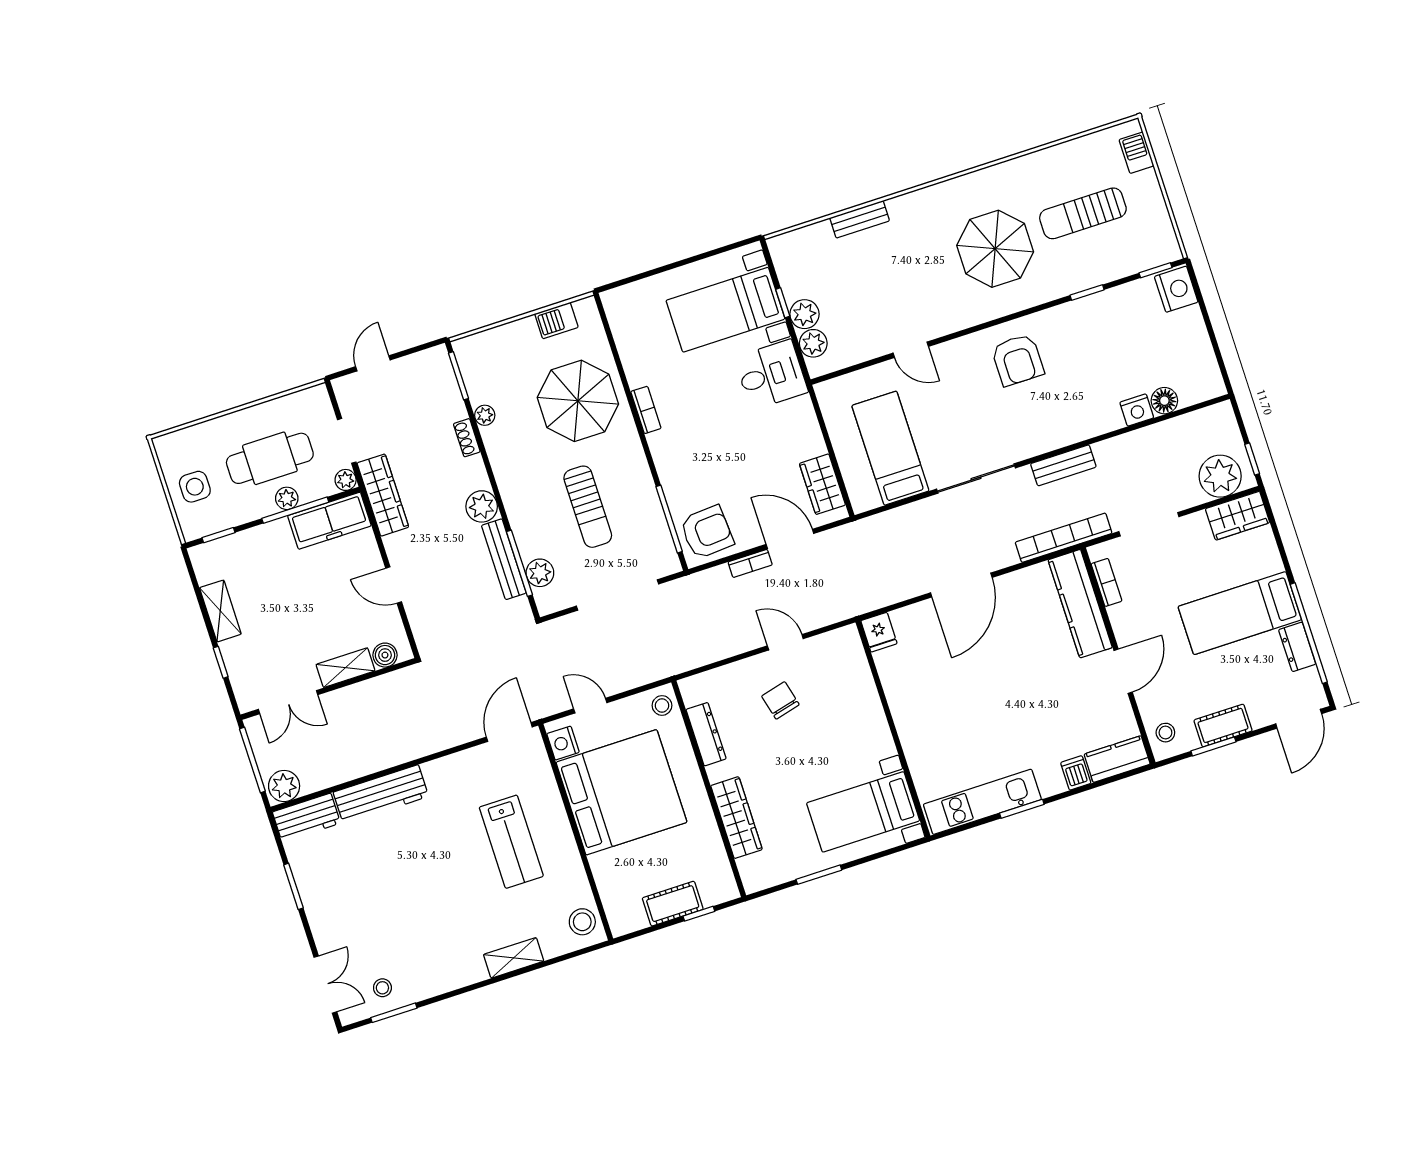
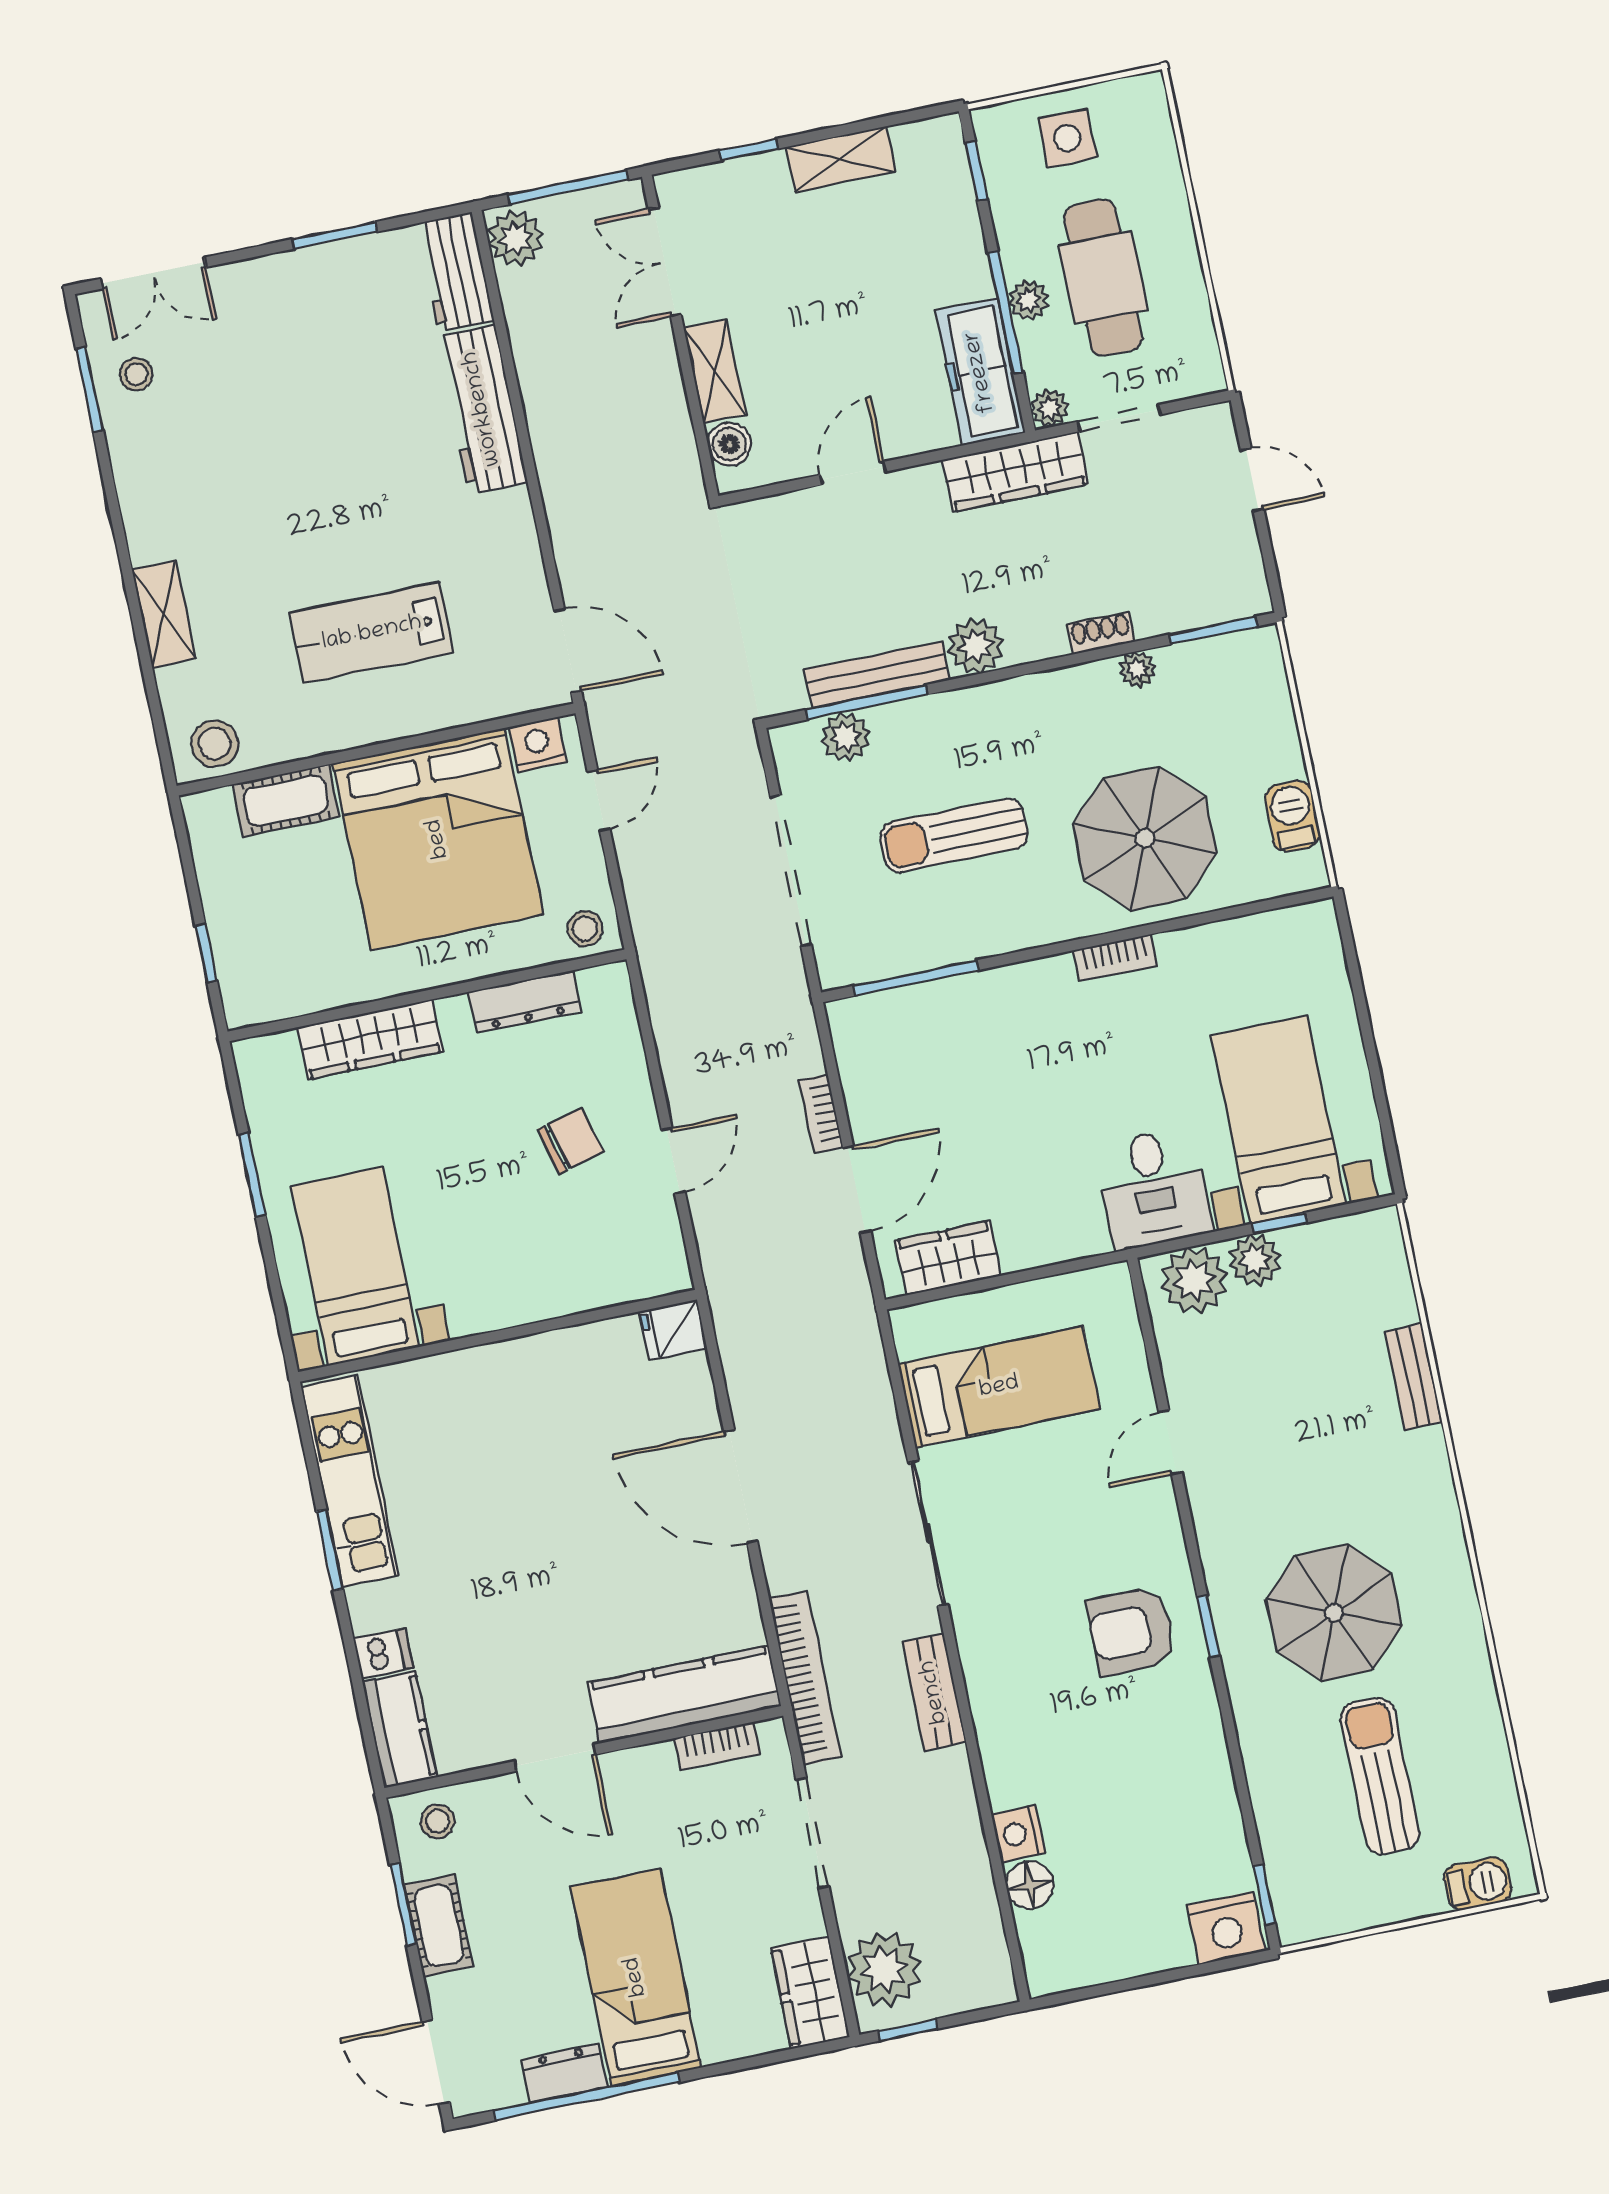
window: (1087, 292) -> (1208, 1626), moved
plant: (813, 343) -> (1194, 1280), width x1.36, depth x1.36
armchair: (707, 532) -> (885, 1043), removed
cot: (673, 904) -> (286, 800), moved, turned 90

